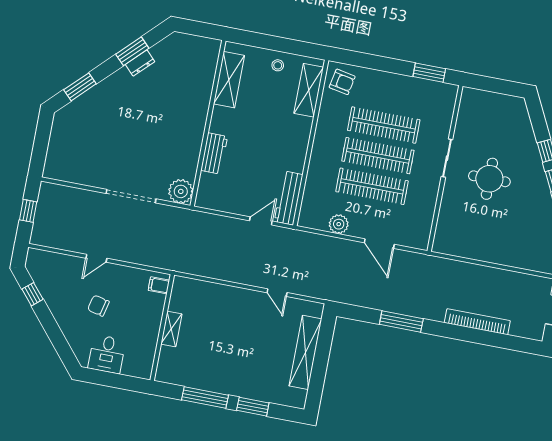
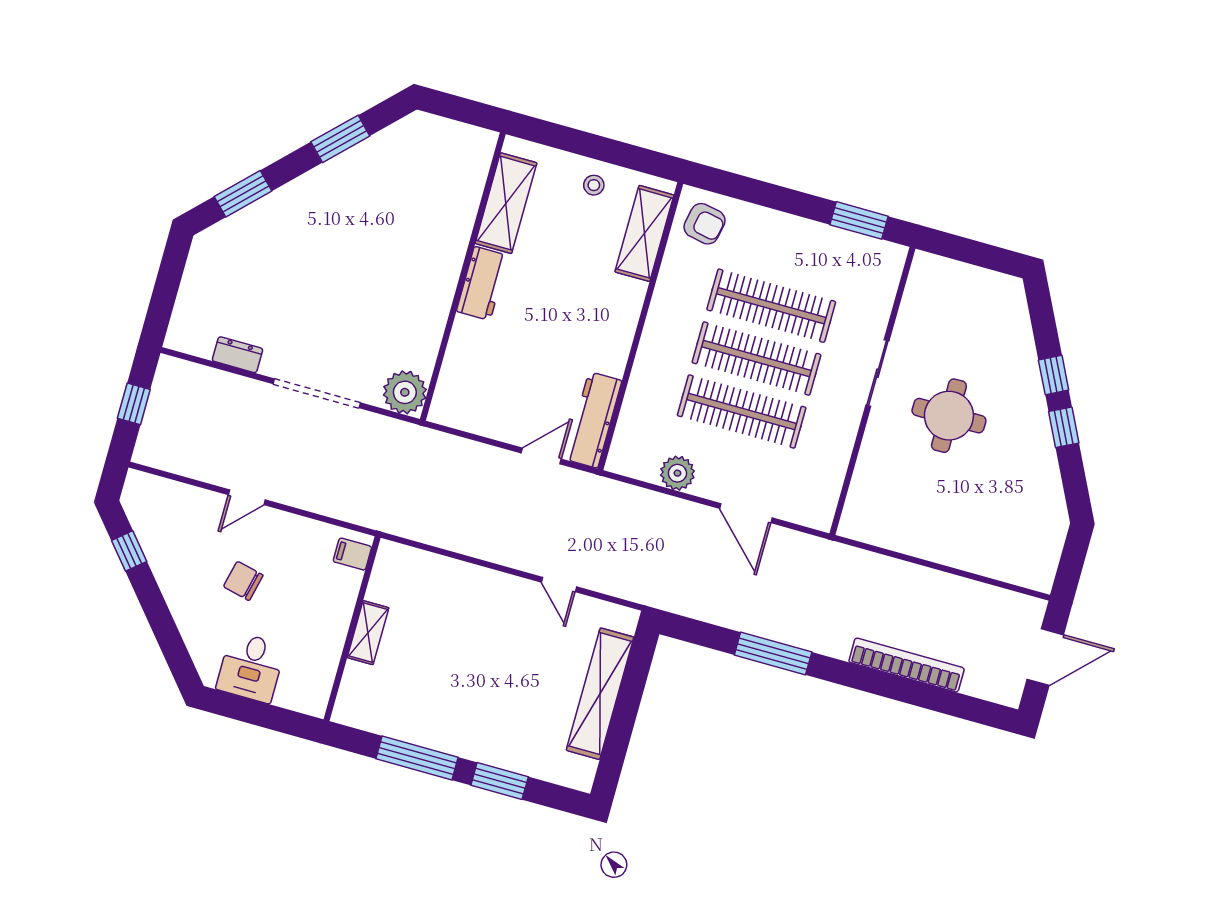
dresser: (140, 63) -> (237, 355), moved, turned -135
workbench: (214, 153) -> (482, 283), moved

